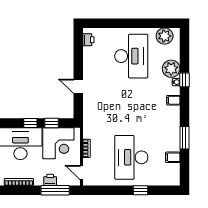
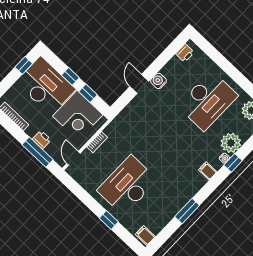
water cooler: (89, 73) -> (159, 81), added
filing cabinet: (173, 157) -> (145, 236), moved

